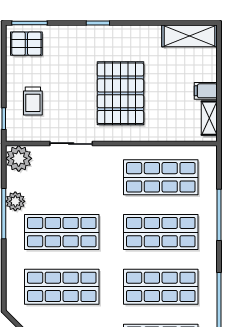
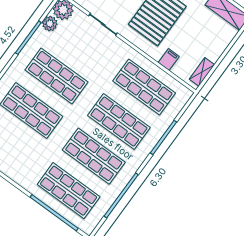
filing cabinet: (206, 91) -> (169, 59), moved, turned 90
plant: (15, 201) -> (50, 24), moved

